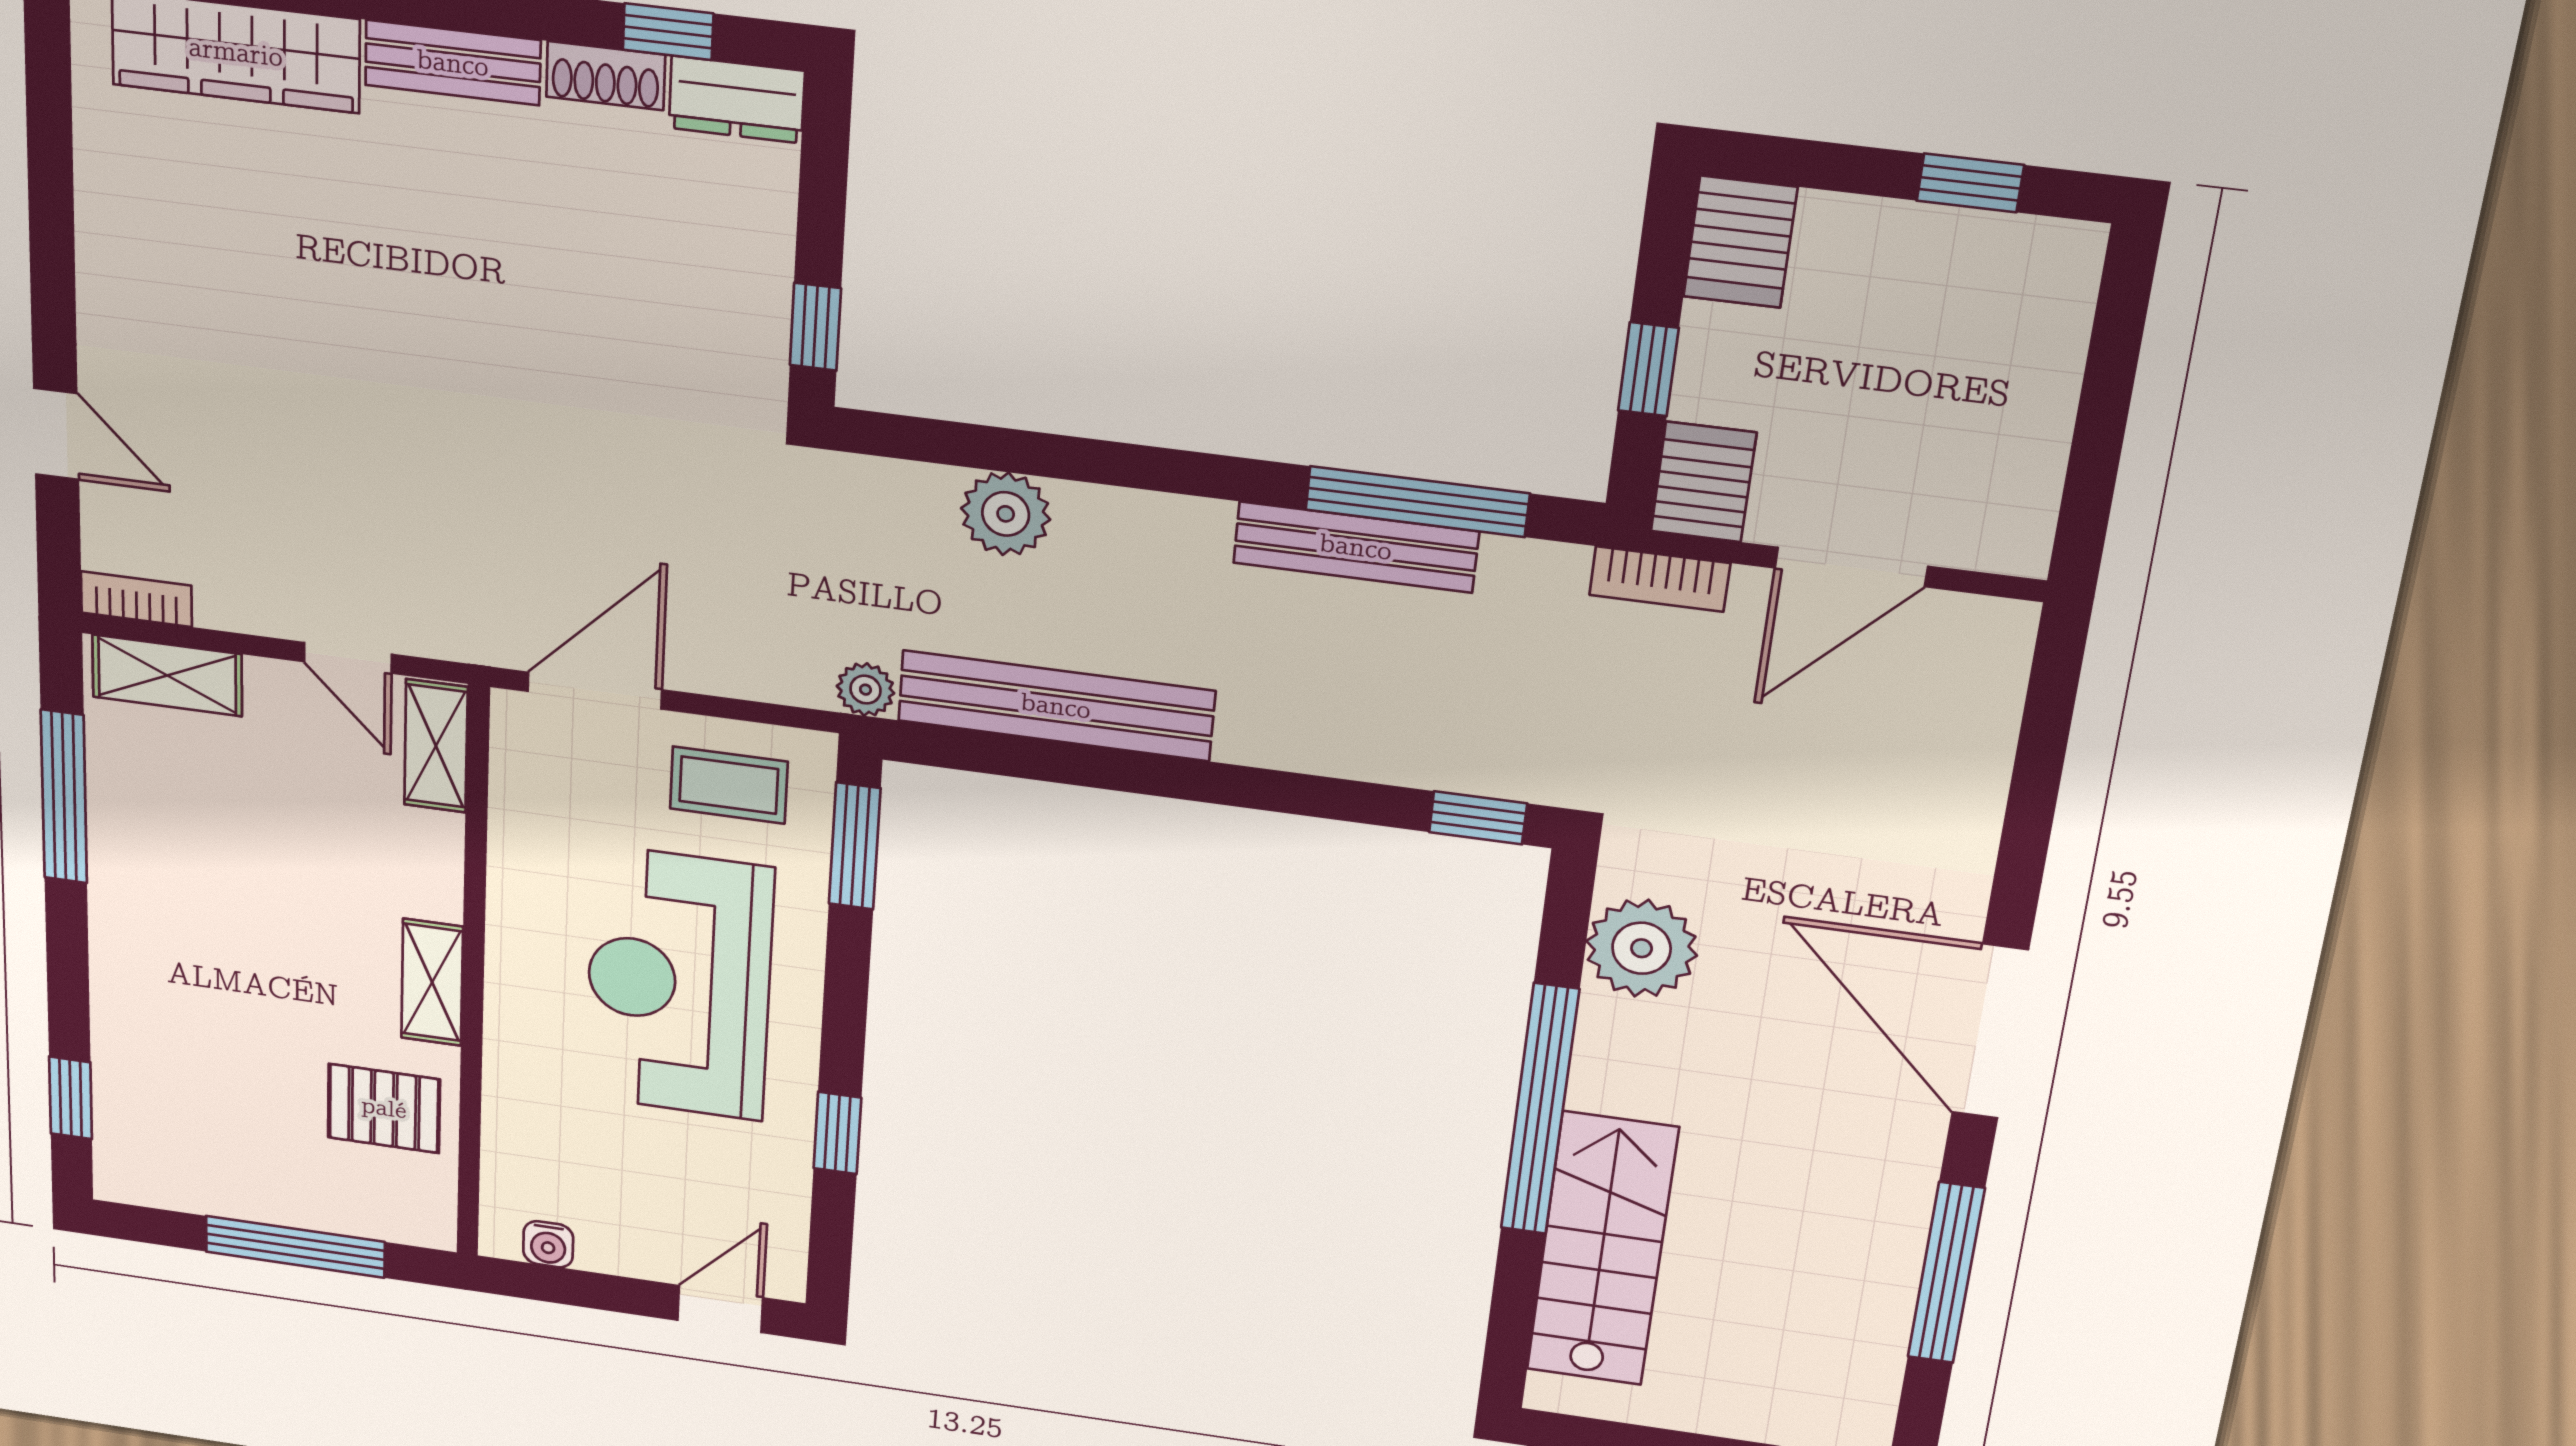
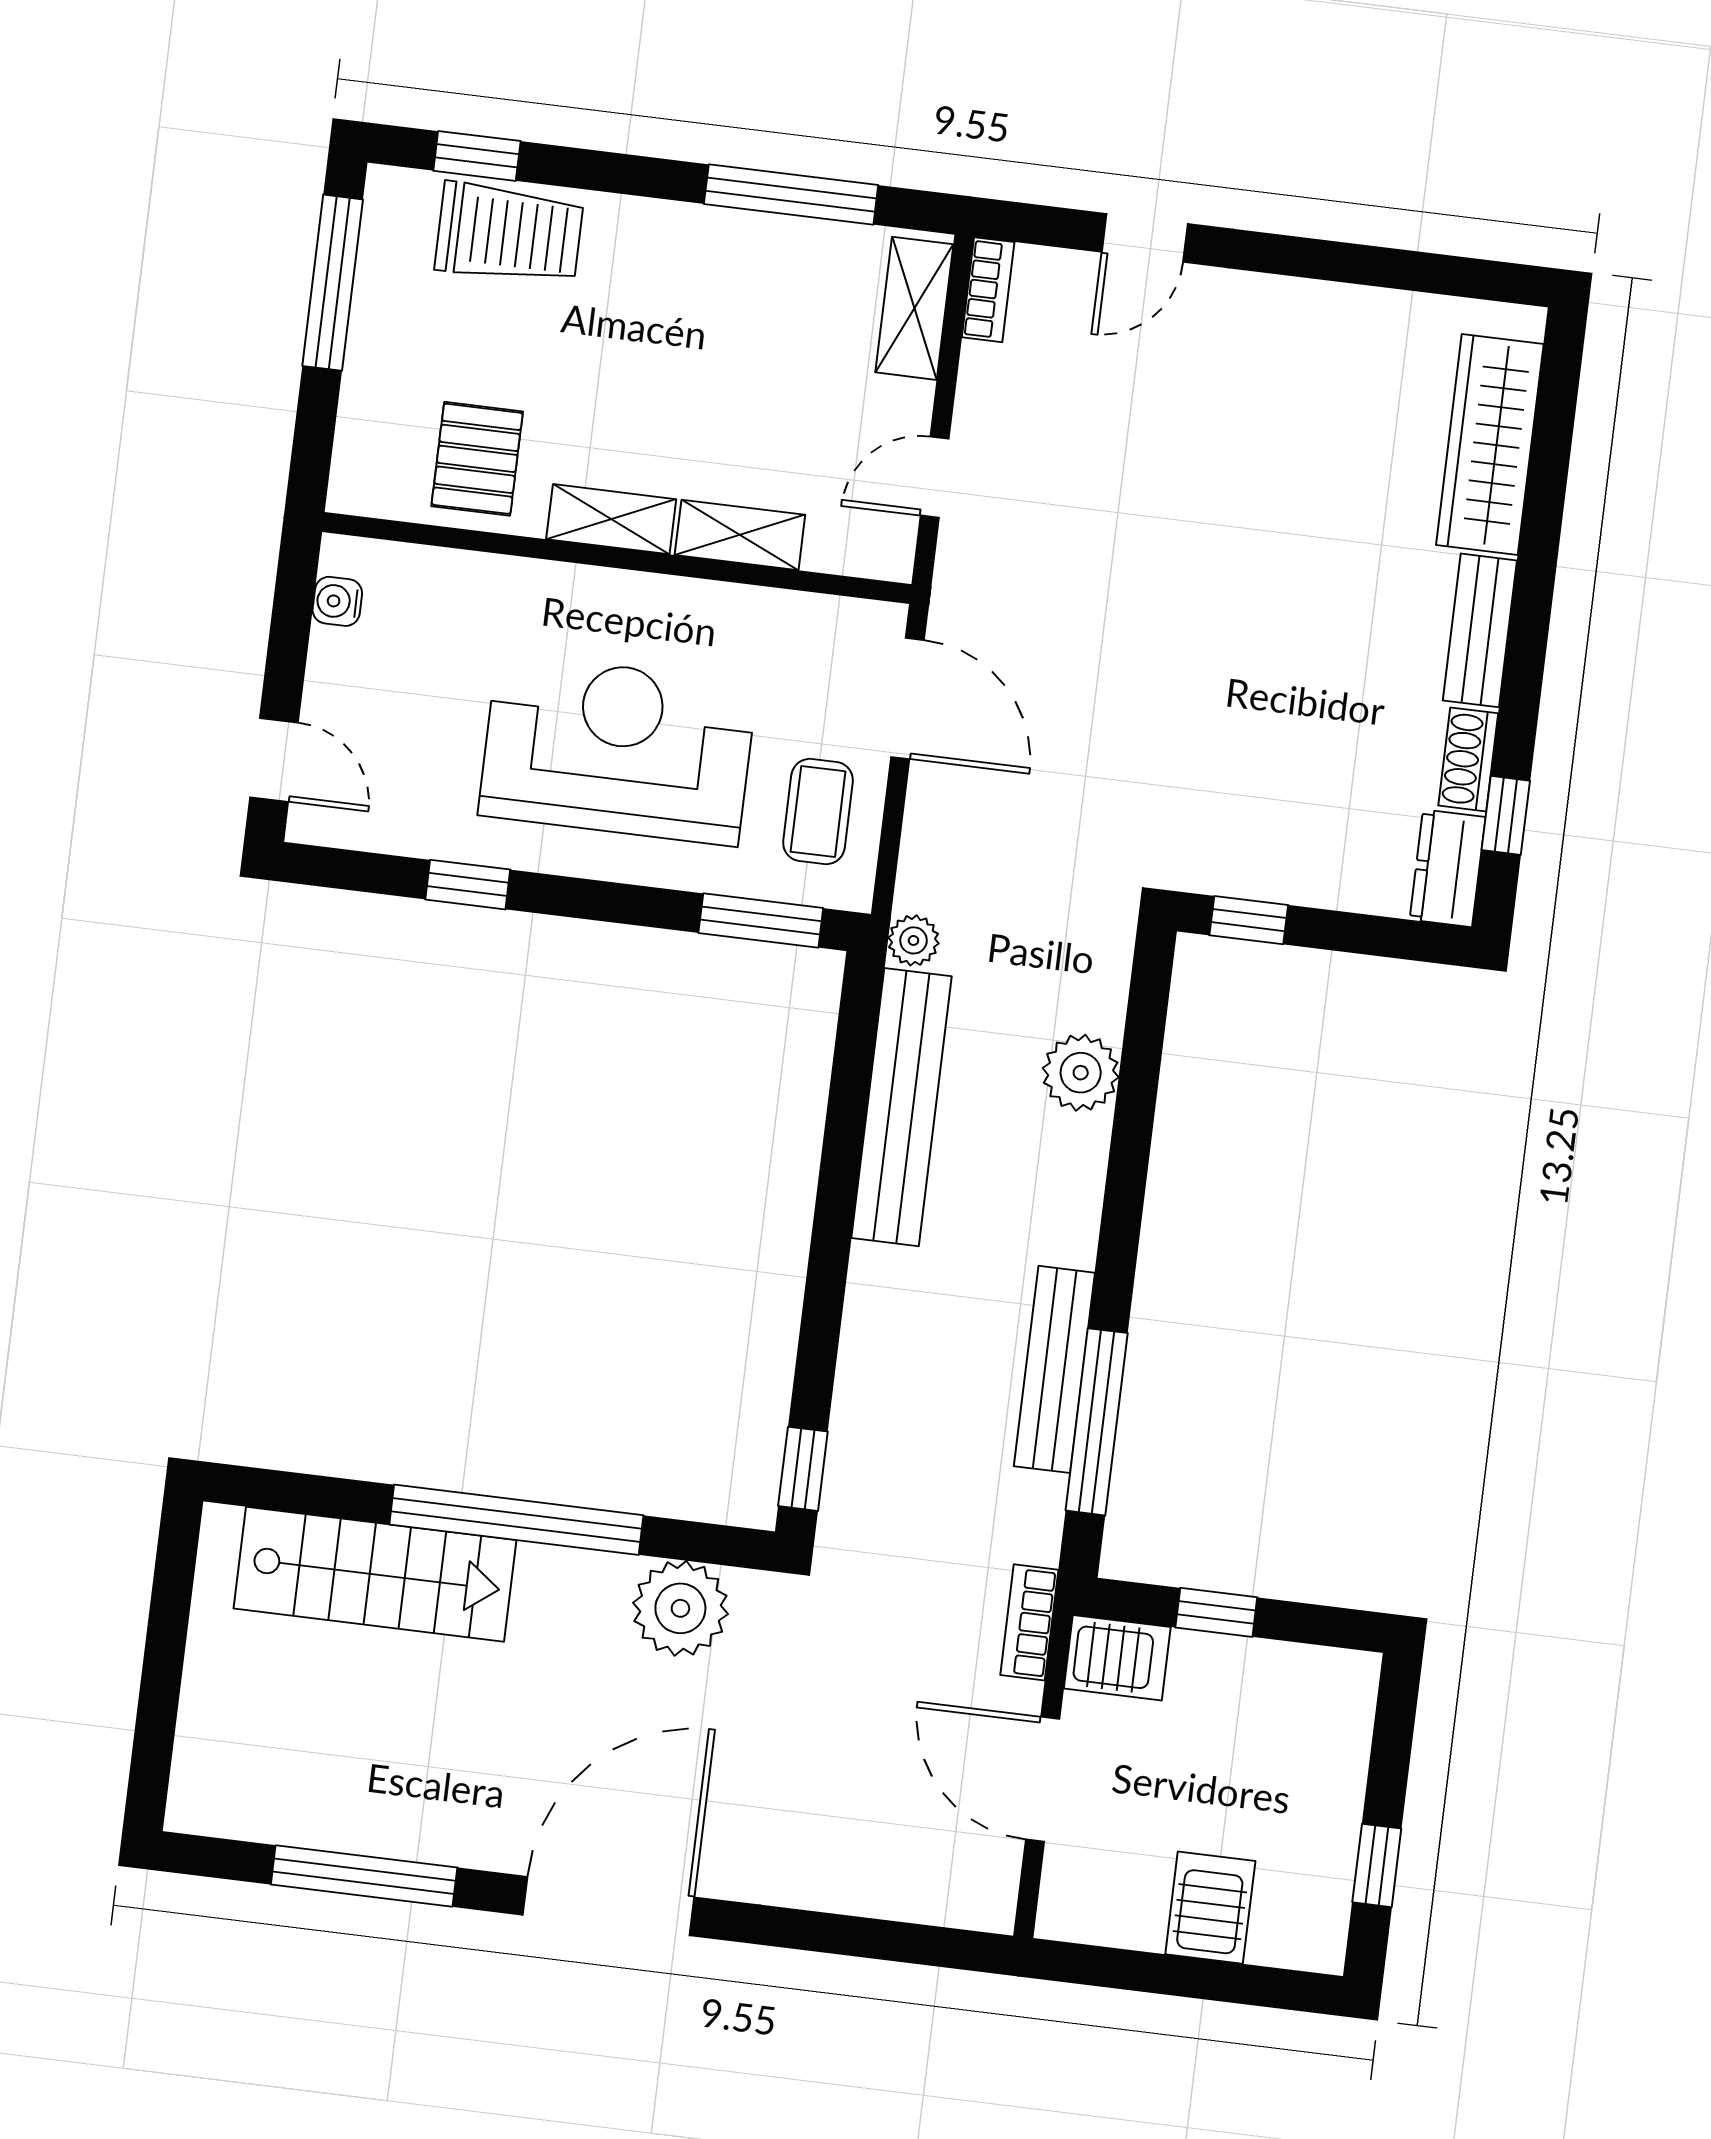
server rack: (1740, 242) -> (1210, 1908), moved, turned 90
shelving: (436, 746) -> (740, 535), moved
trolley: (146, 1070) -> (509, 233), added
window: (295, 1247) -> (333, 283), moved

